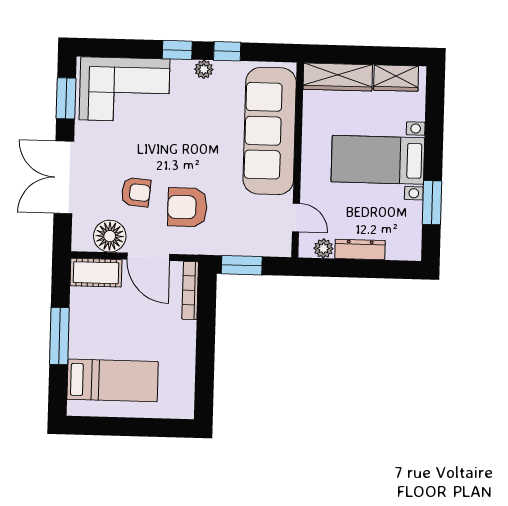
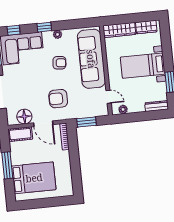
window: (227, 51) -> (14, 30), moved
armchair: (136, 192) -> (59, 63), moved
dresser: (360, 249) -> (157, 106), moved
bed: (113, 380) -> (34, 178), width x1.50

